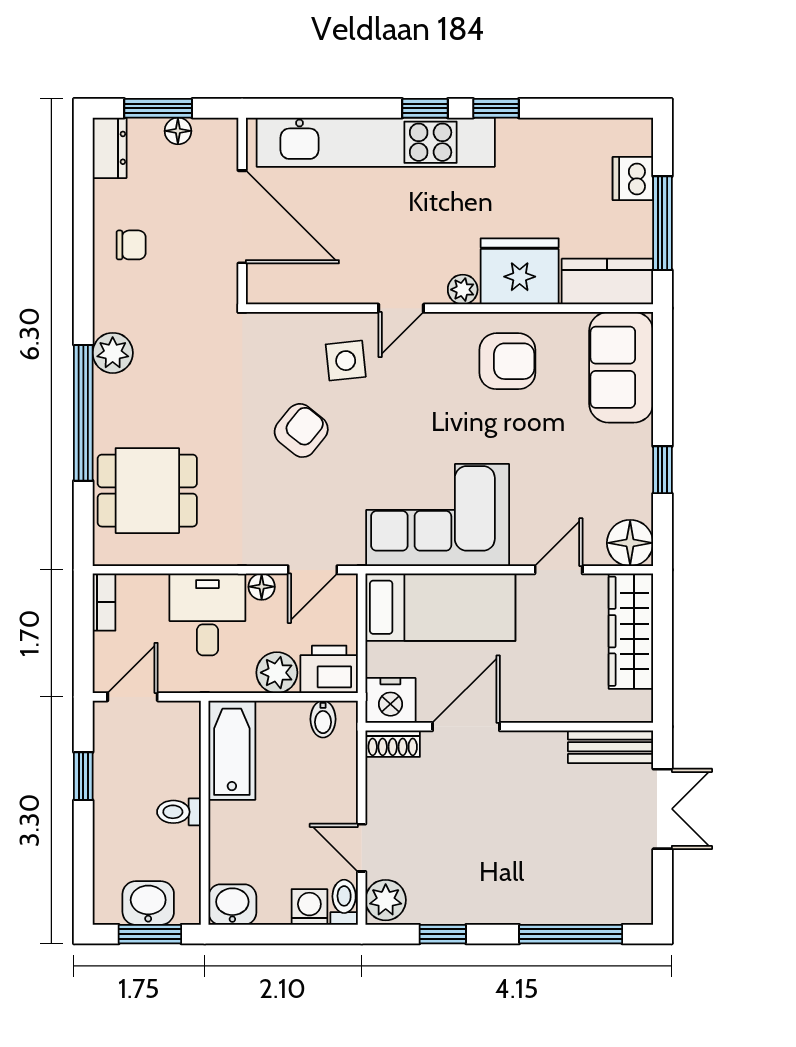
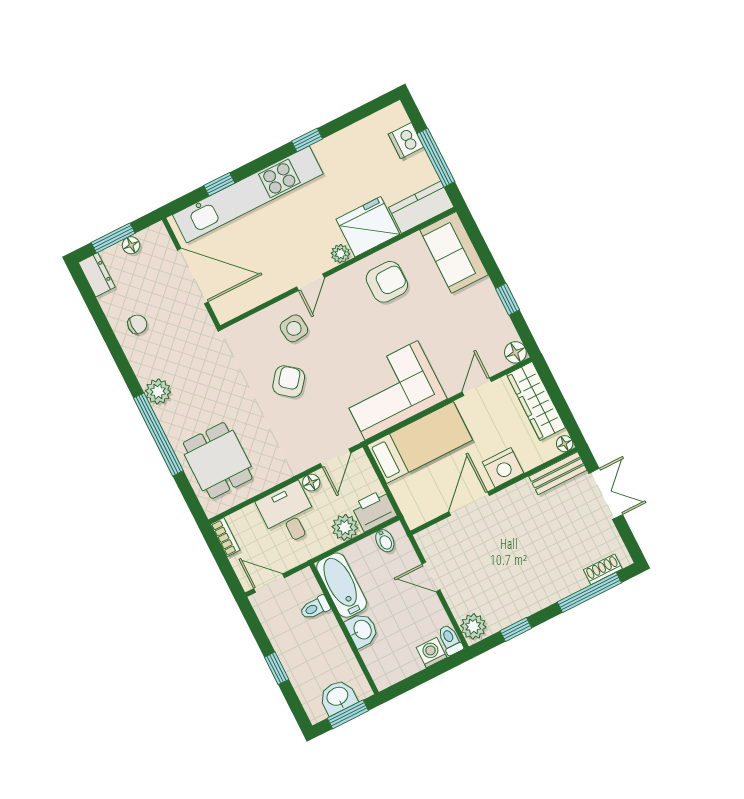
window: (425, 108) -> (219, 184), moved
dining table: (147, 491) -> (218, 461), turned 90
floor lamp: (630, 543) -> (515, 352), width x0.73, depth x0.73
door: (133, 697) -> (269, 583), hinge flipped
nightstand: (390, 700) -> (503, 468), moved
floor lamp: (641, 710) -> (565, 444), added
shoe rack: (393, 744) -> (603, 569), moved, turned 180
window: (83, 776) -> (277, 668), moved
toilet: (179, 812) -> (315, 608), moved
door: (362, 848) -> (431, 577), moved
washbasin: (232, 905) -> (362, 630), moved, turned 90

